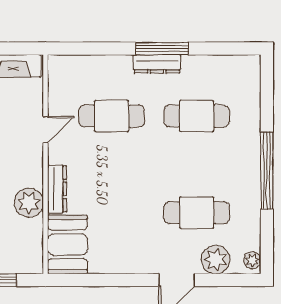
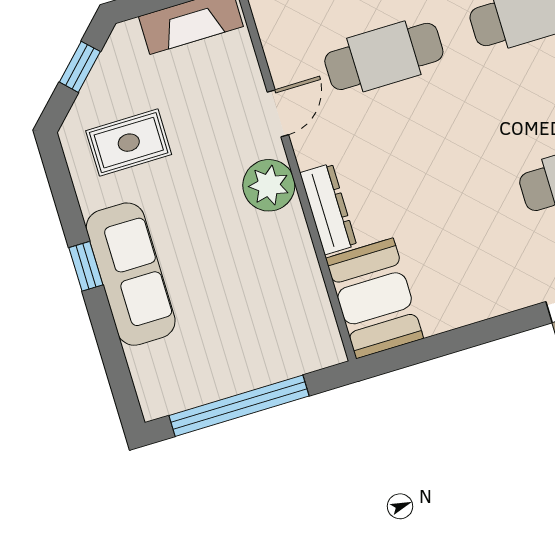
plant: (29, 203) -> (269, 185), moved

